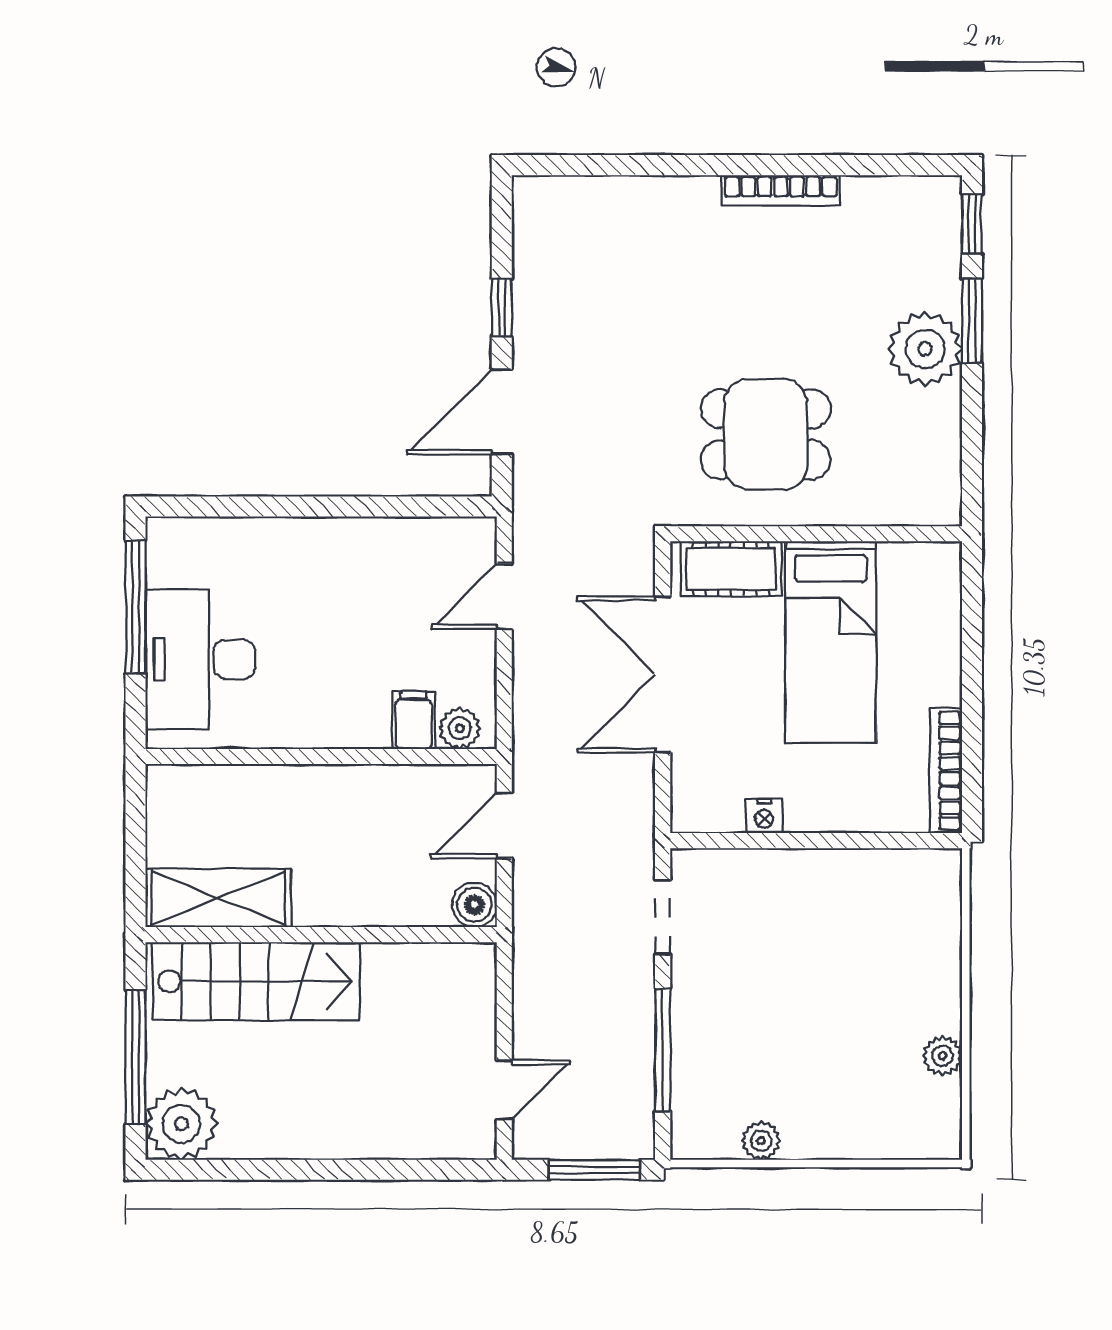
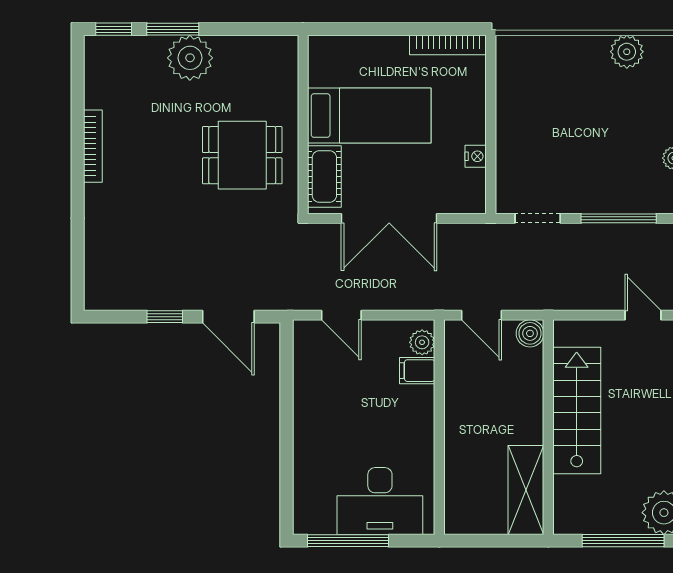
dining table: (766, 434) -> (242, 155), turned 90
stairs: (256, 981) -> (577, 410), moved
plant: (942, 1056) -> (627, 52), width x1.38, depth x1.38

